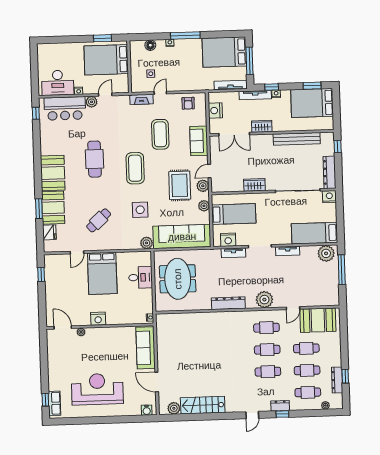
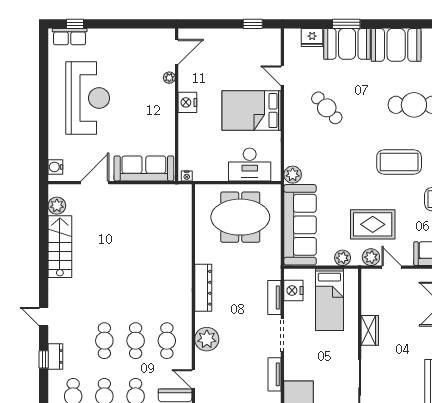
side table: (140, 210) -> (340, 167), removed
desk: (140, 277) -> (250, 165), width x1.37

